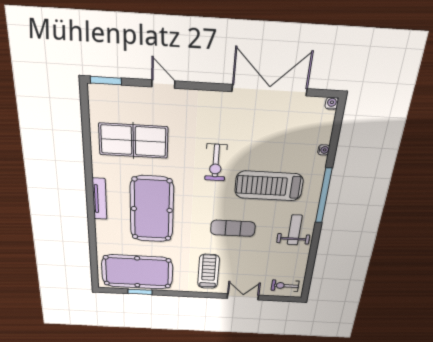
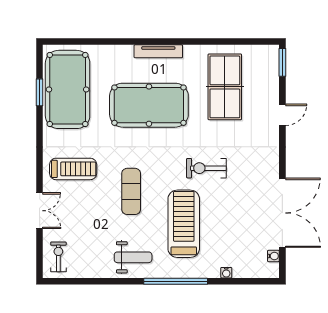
water cooler: (332, 103) -> (273, 256), moved

